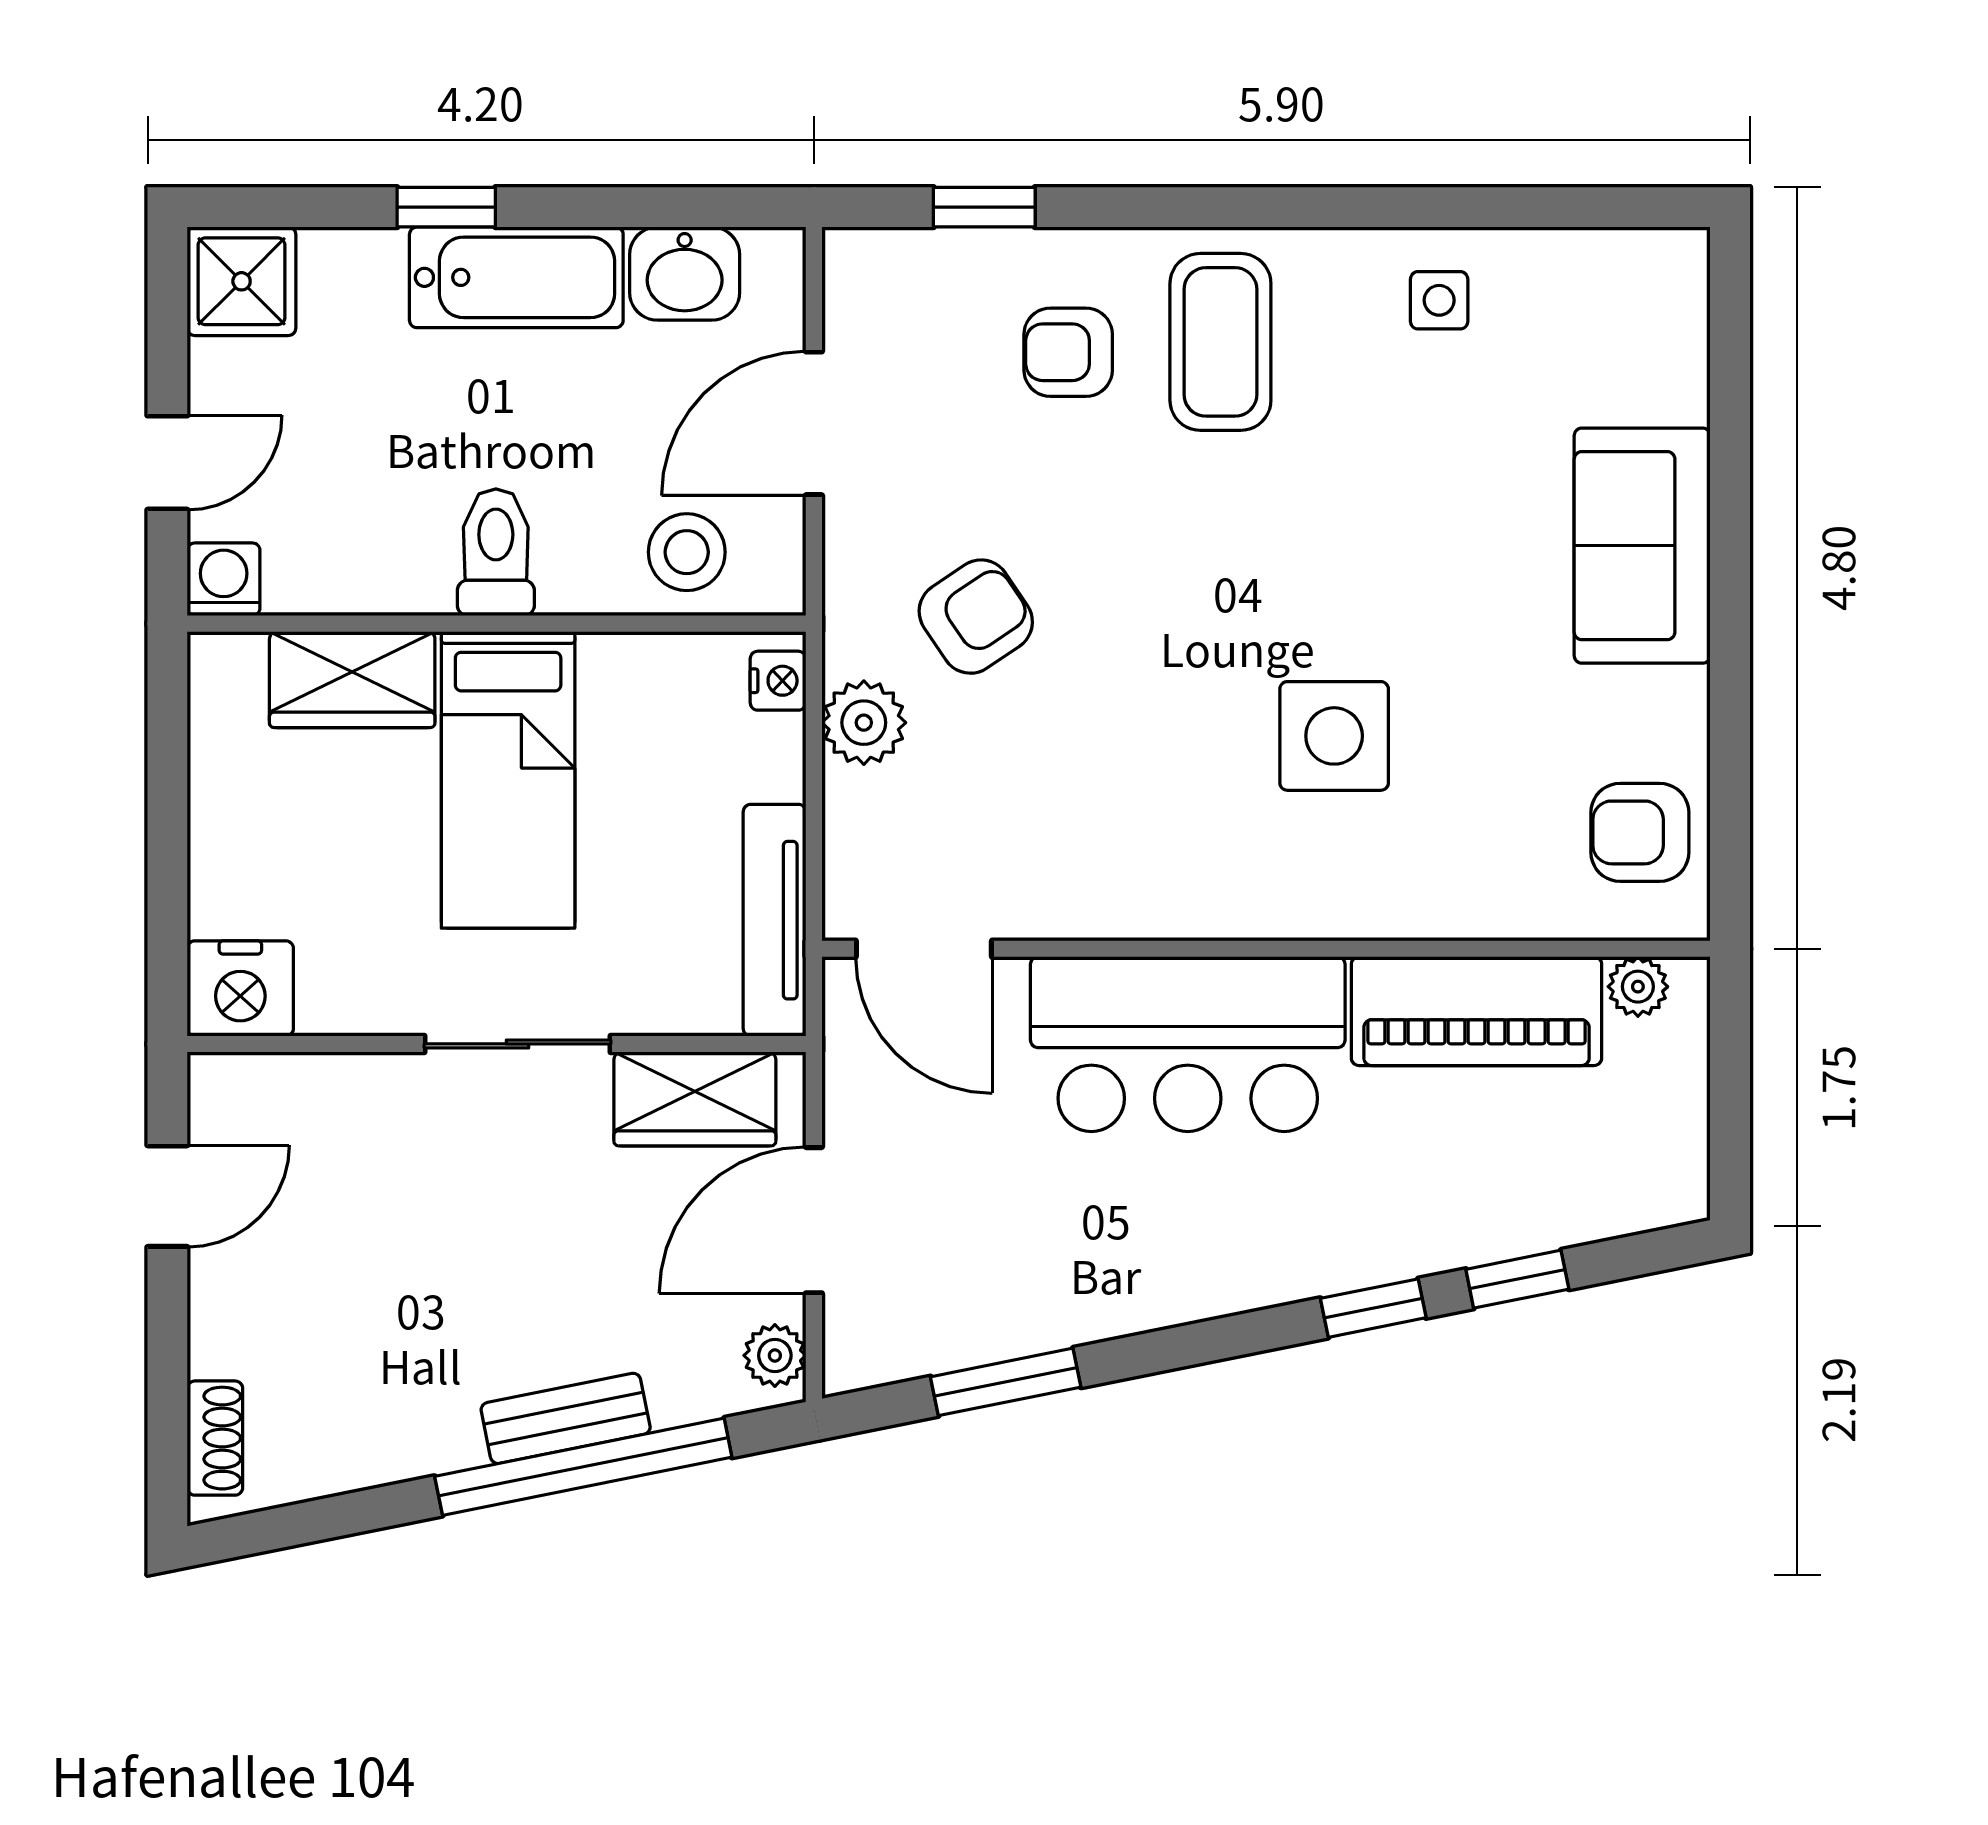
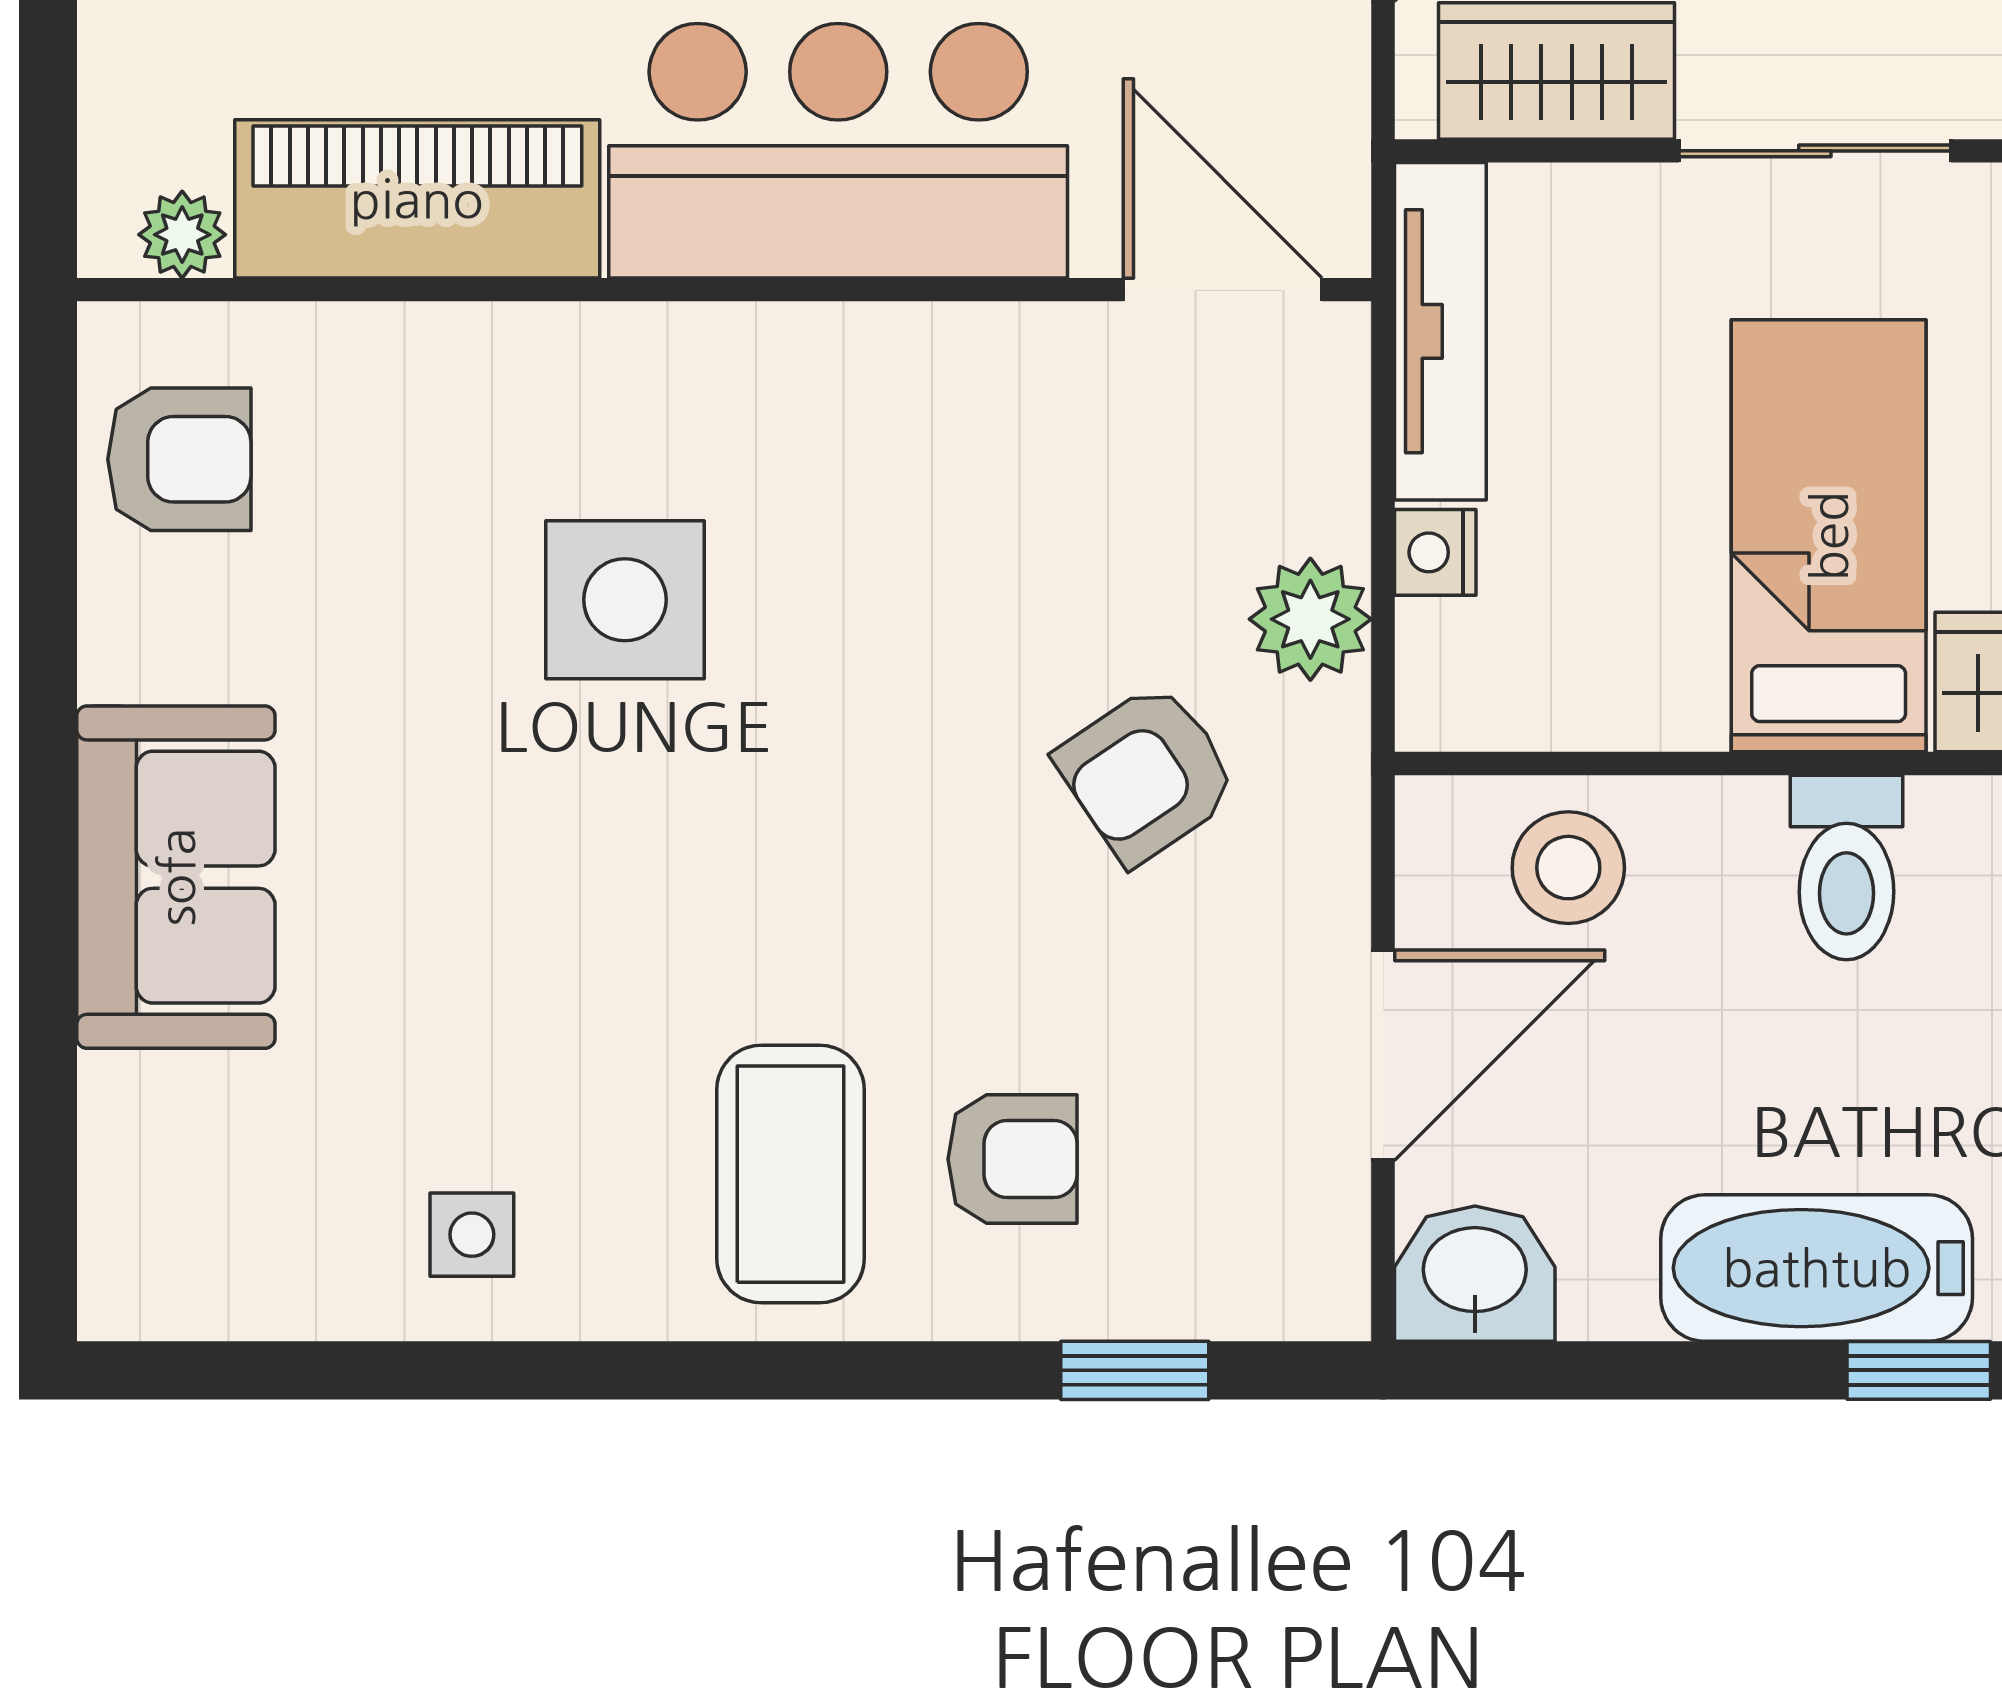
washbasin: (685, 274) -> (1475, 1274), moved
nightstand: (778, 681) -> (1435, 552), moved

